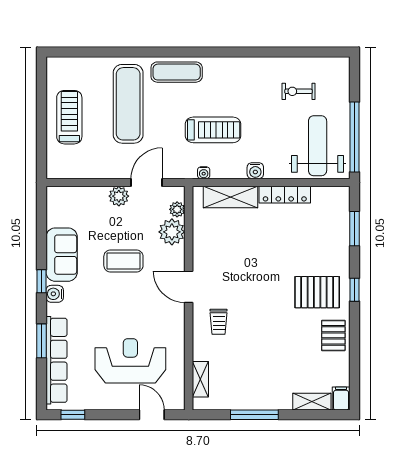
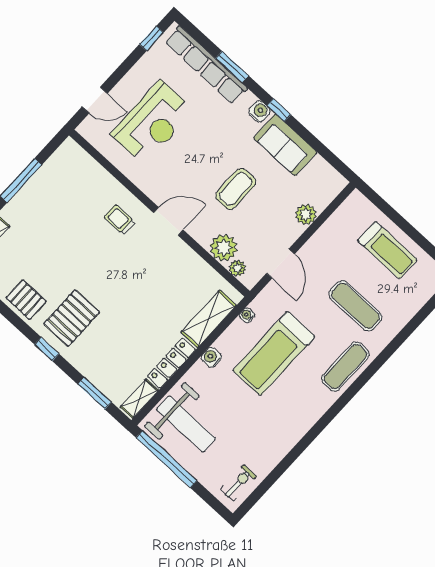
exercise bike: (298, 91) -> (239, 483), moved
exercise mat: (128, 104) -> (355, 306), width x0.73, depth x0.69
treadmill: (213, 130) -> (274, 353), width x1.37, depth x1.38
plant: (119, 196) -> (306, 214), moved
shelving: (200, 379) -> (139, 399), moved, turned 90

